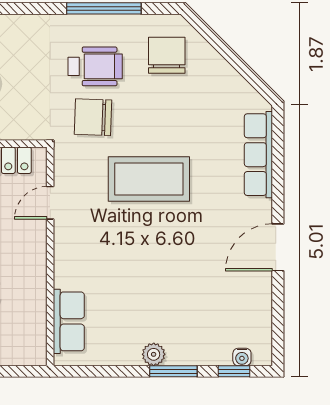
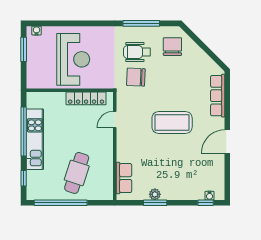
wheelchair: (95, 66) -> (137, 52), turned 180
coffee table: (149, 179) -> (172, 123), moved
plant: (154, 354) -> (155, 194), moved
window: (173, 371) -> (155, 203), moved

